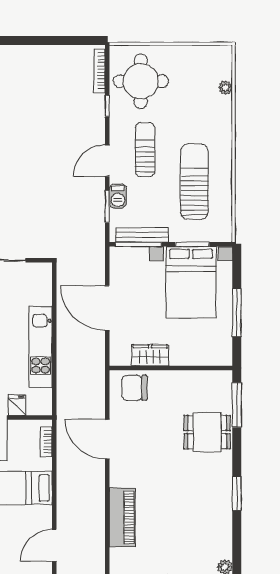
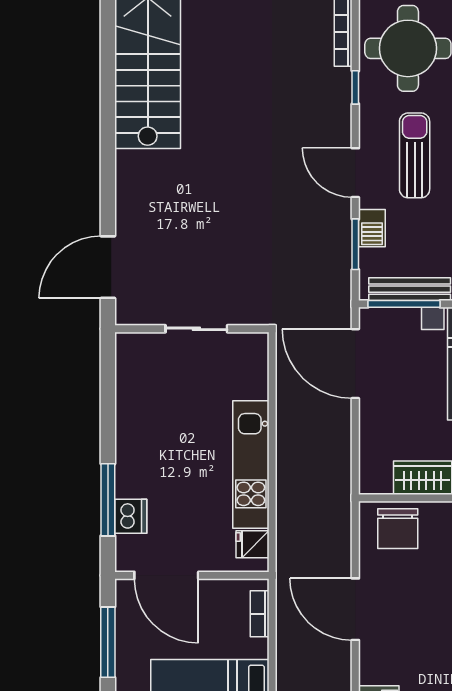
door: (107, 161) -> (355, 173), hinge flipped
door: (107, 308) -> (355, 364), moved
chair: (134, 388) -> (398, 529), turned -90
fridge: (17, 405) -> (252, 544), moved, turned -90

